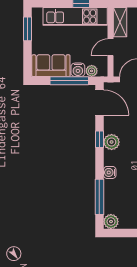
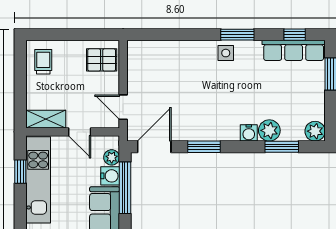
window: (99, 139) -> (204, 147), width x1.50
plant: (112, 142) -> (269, 130), moved
window: (99, 197) -> (282, 147), width x0.69

